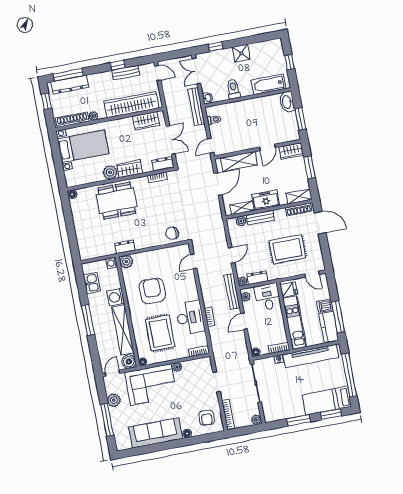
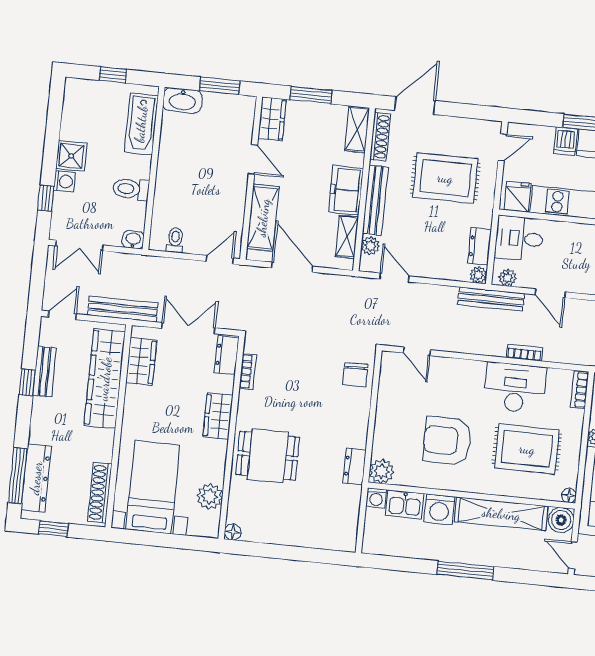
washing machine: (227, 53) -> (64, 181), added
bench: (196, 107) -> (123, 309), moved
plant: (93, 116) -> (105, 453), removed
door: (211, 146) -> (220, 260), swing flipped
plant: (110, 172) -> (210, 496), moved
dining table: (117, 201) -> (268, 456), width x0.73
bench: (260, 218) -> (375, 200), width x1.36
rug: (287, 249) -> (445, 178), turned 90
door: (231, 255) -> (394, 278), moved
kitchen sink: (92, 283) -> (405, 504), moved, turned 180

